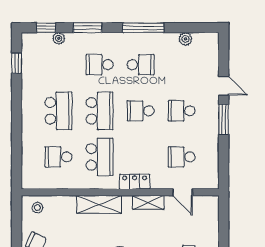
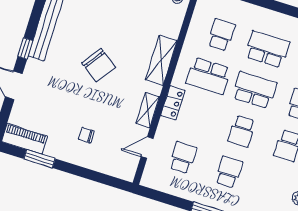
school desk: (59, 111) -> (267, 49), turned 180
school desk: (100, 111) -> (254, 90), turned 180
school desk: (141, 111) -> (242, 131), turned 180

